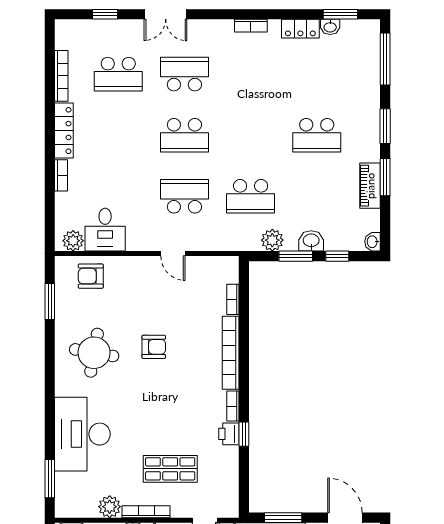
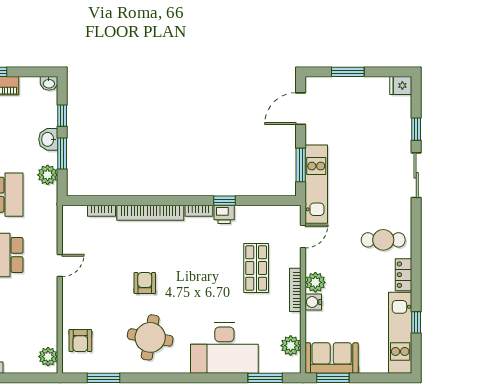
desk: (105, 230) -> (38, 327), removed
plant: (110, 507) -> (291, 346), moved

